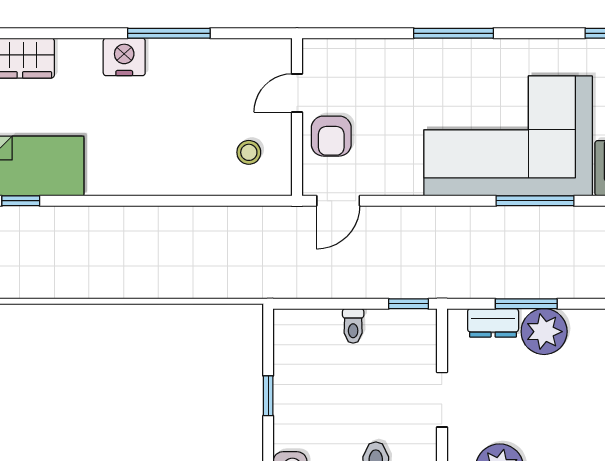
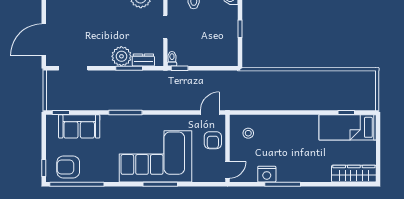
nightstand: (124, 57) -> (267, 174), moved
door: (297, 93) -> (228, 170), moved
armchair: (331, 136) -> (213, 140), turned 180
corner sofa: (508, 136) -> (155, 156), moved, turned 180
toilet: (353, 326) -> (172, 59), moved

